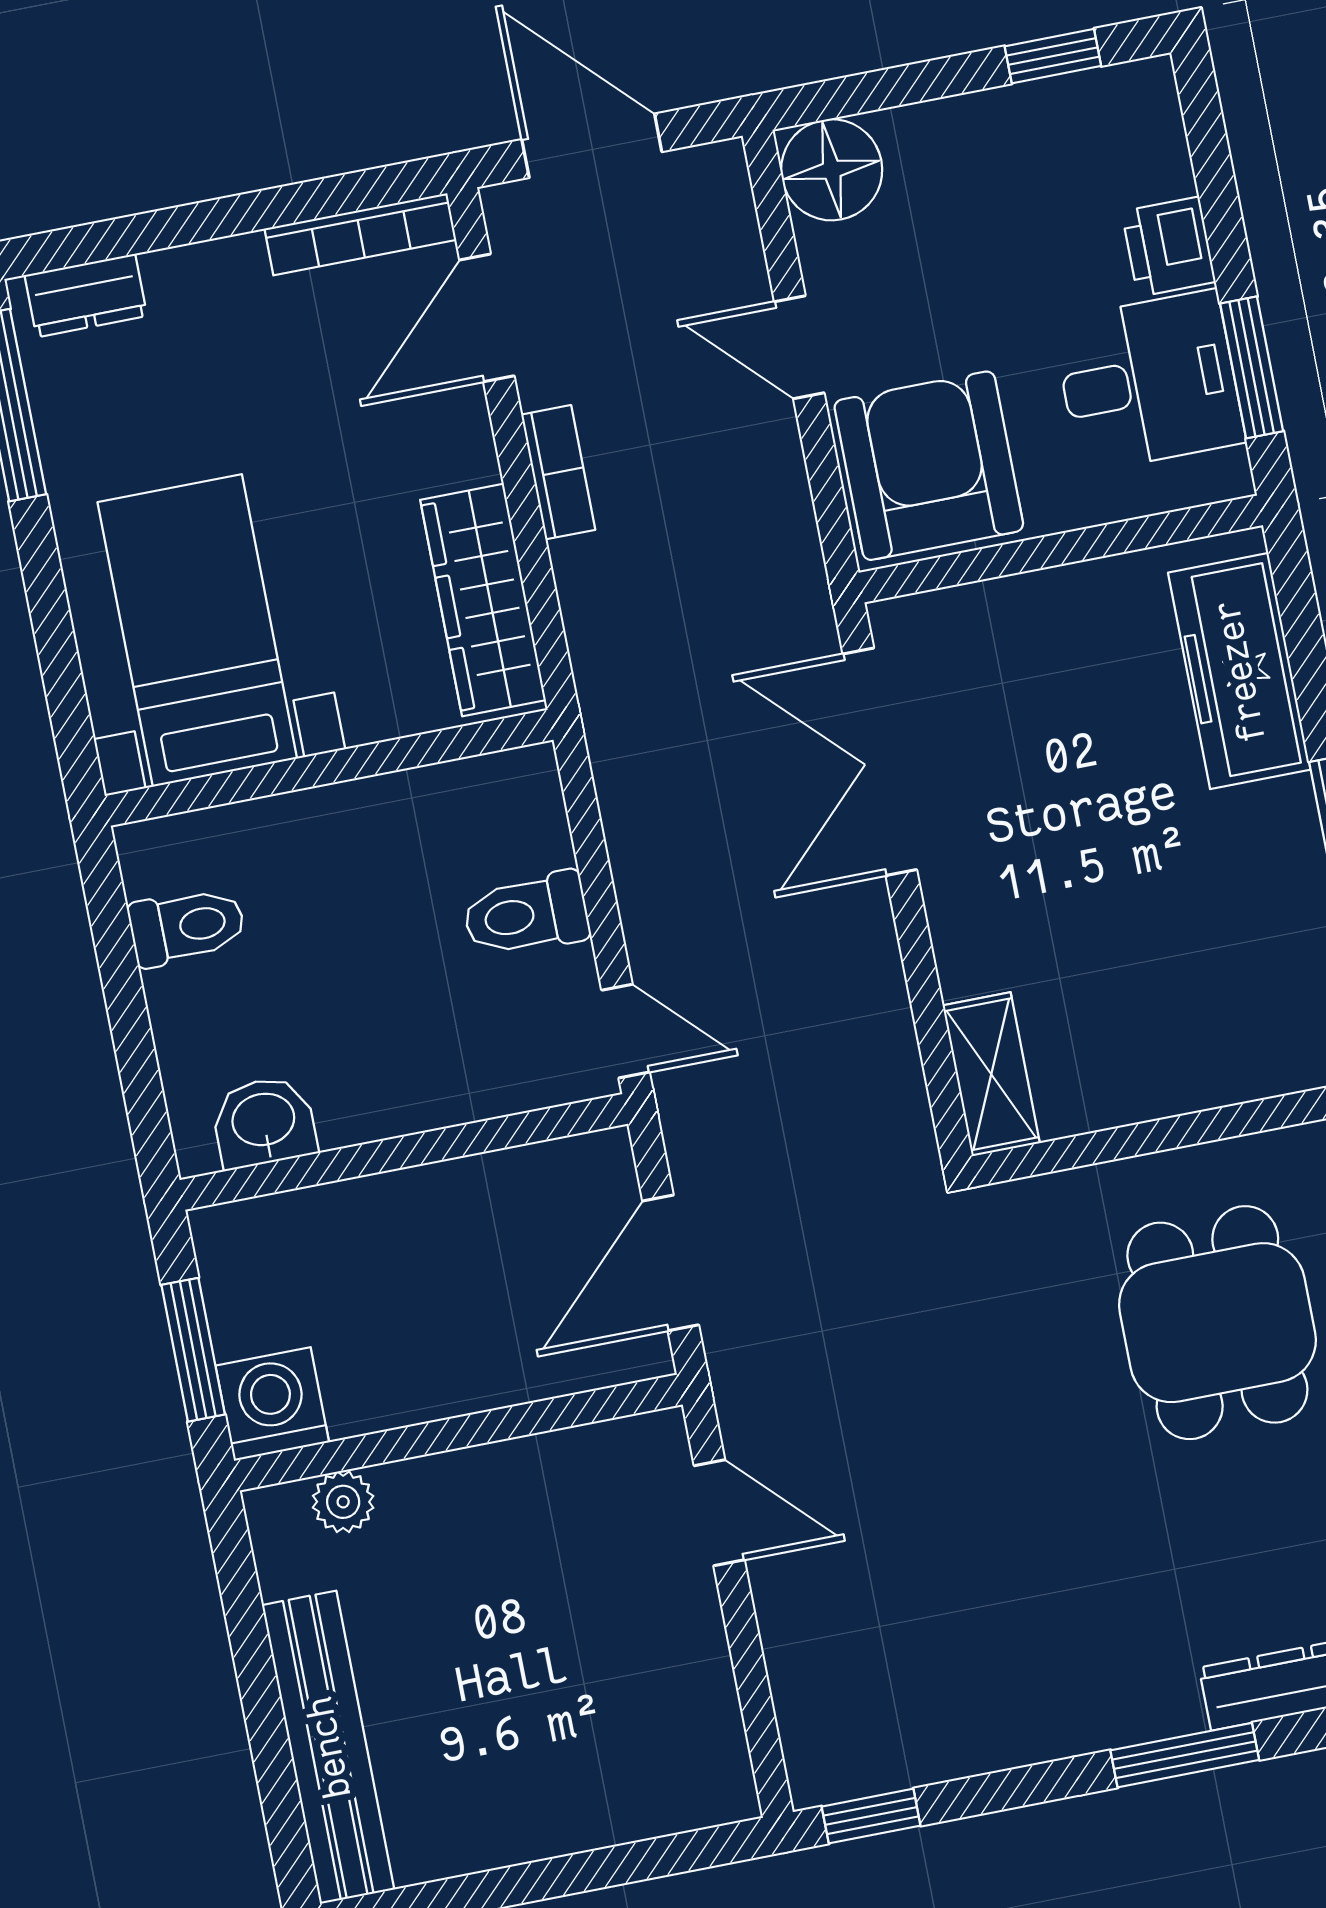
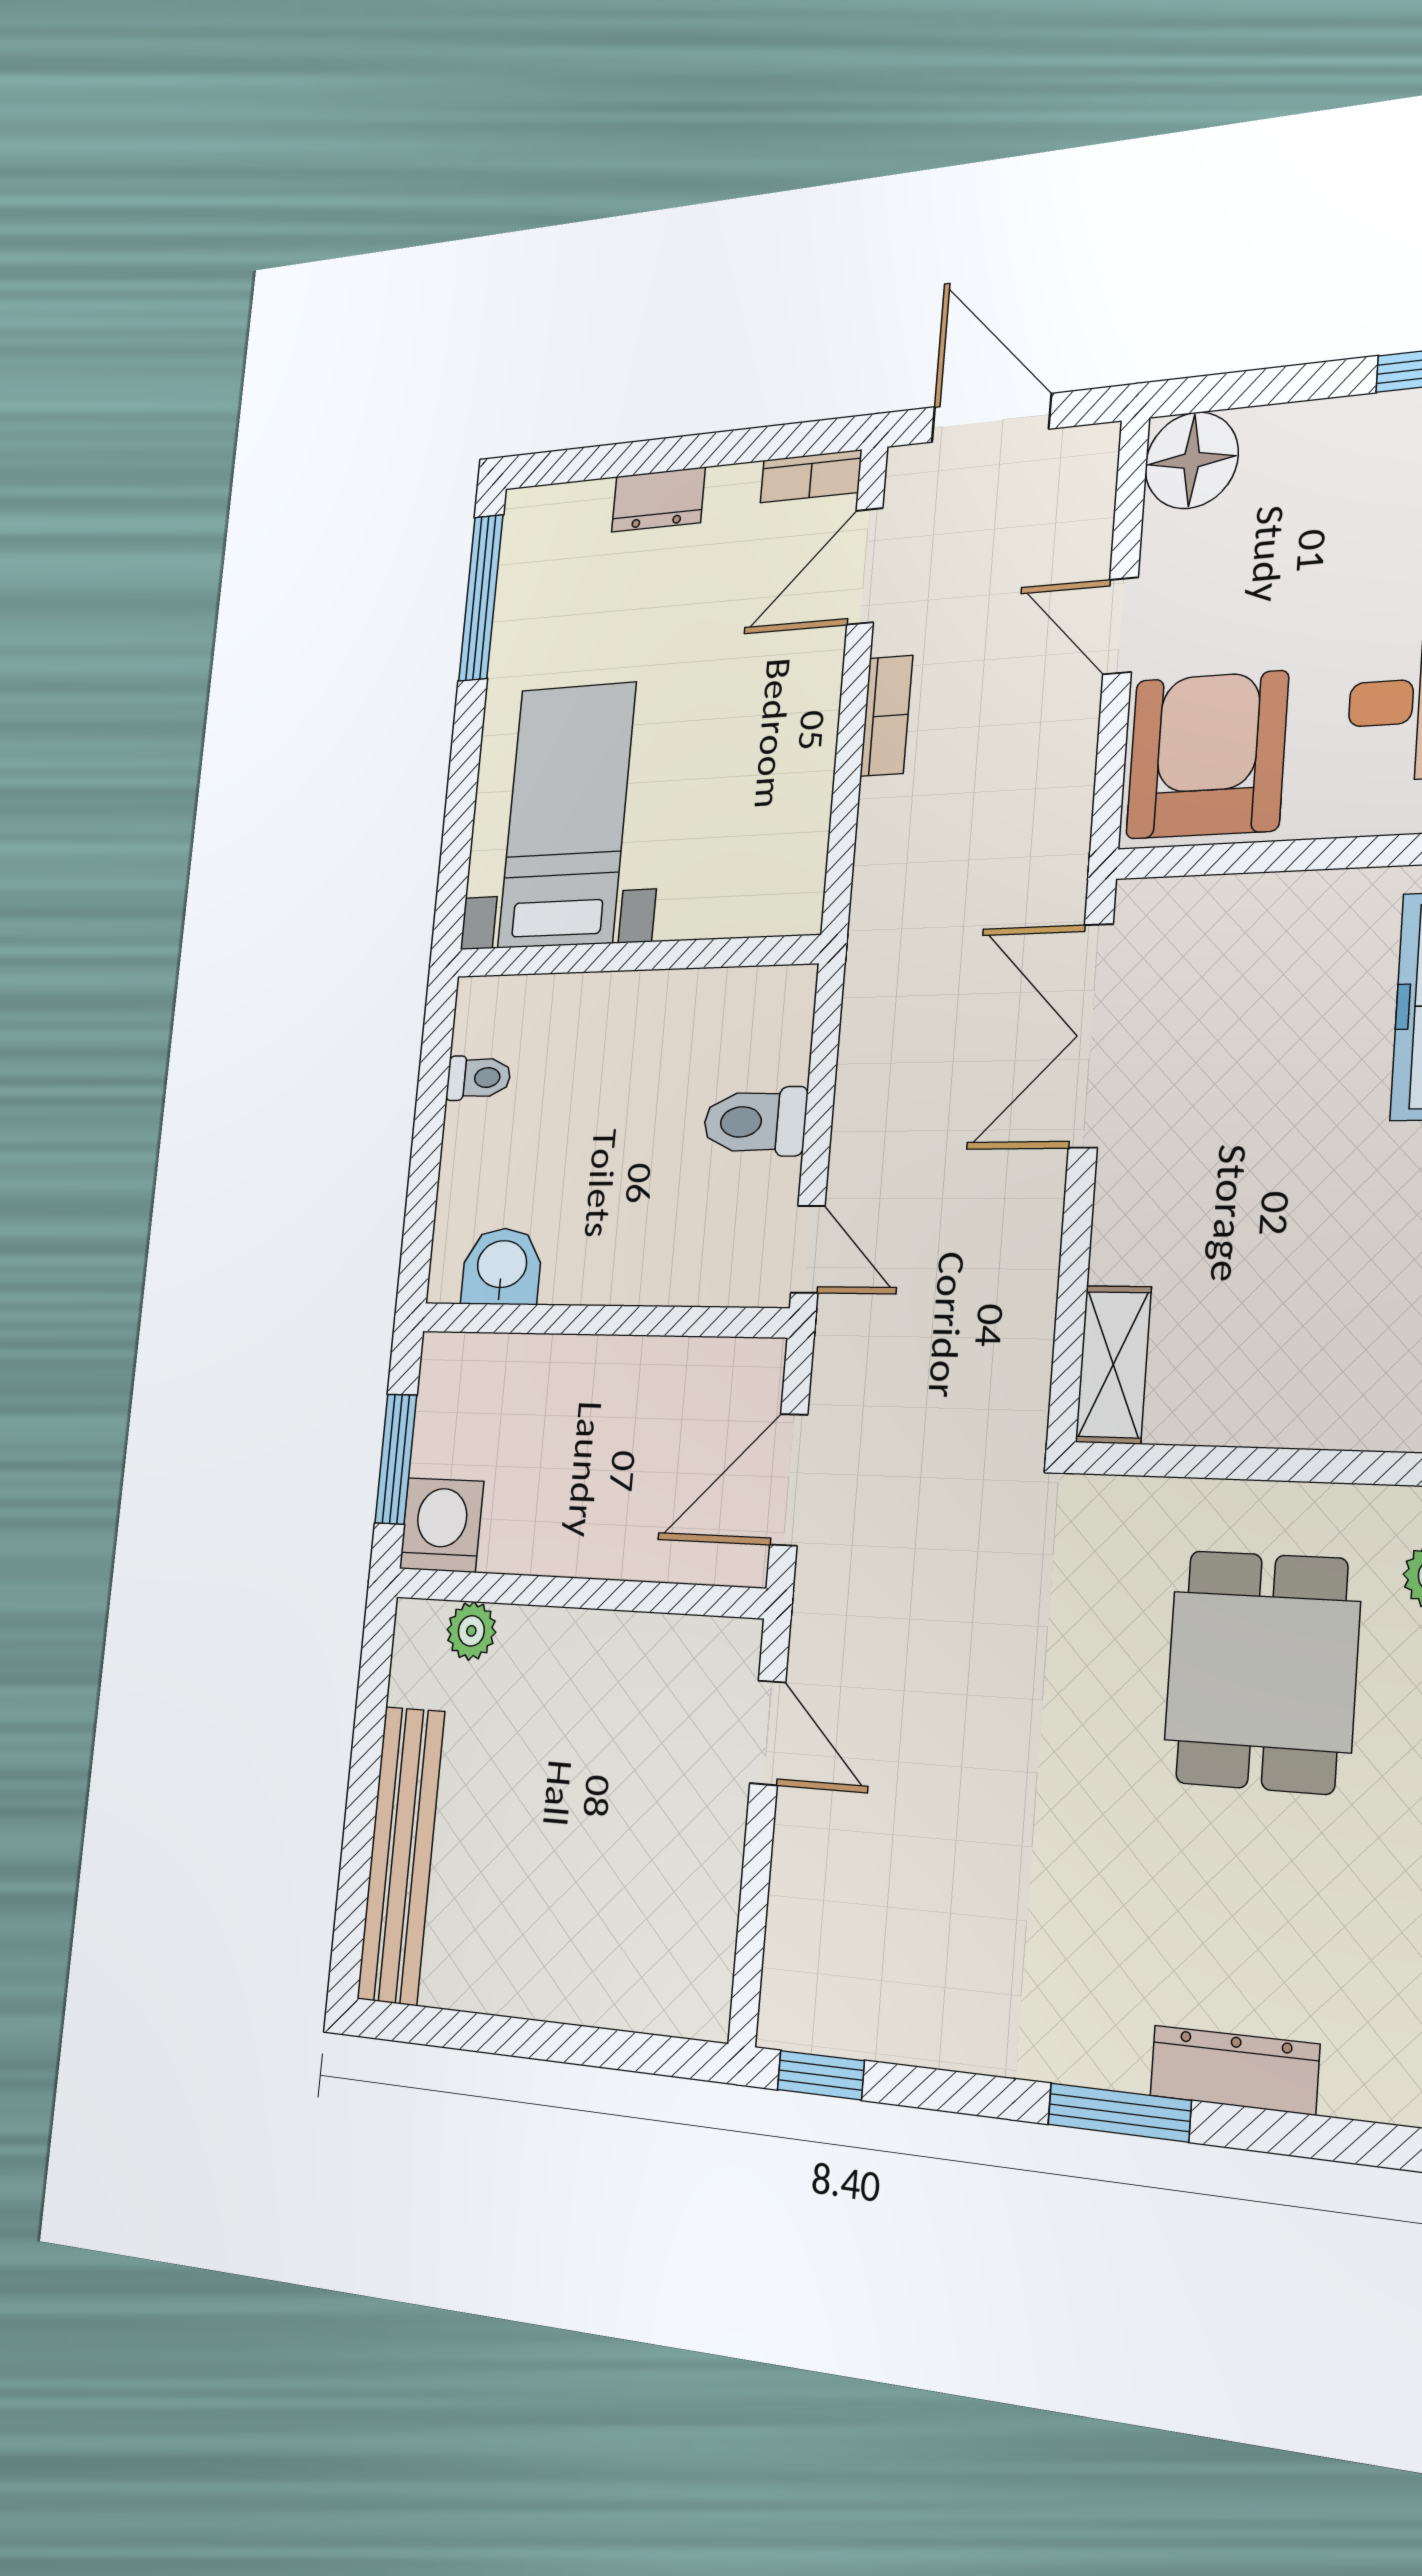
bookcase: (360, 234) -> (811, 476), width x0.64
dresser: (86, 296) -> (658, 500), moved
wardrobe: (483, 600) -> (795, 824), removed
toilet: (187, 926) -> (478, 1078), width x0.73, depth x0.72

